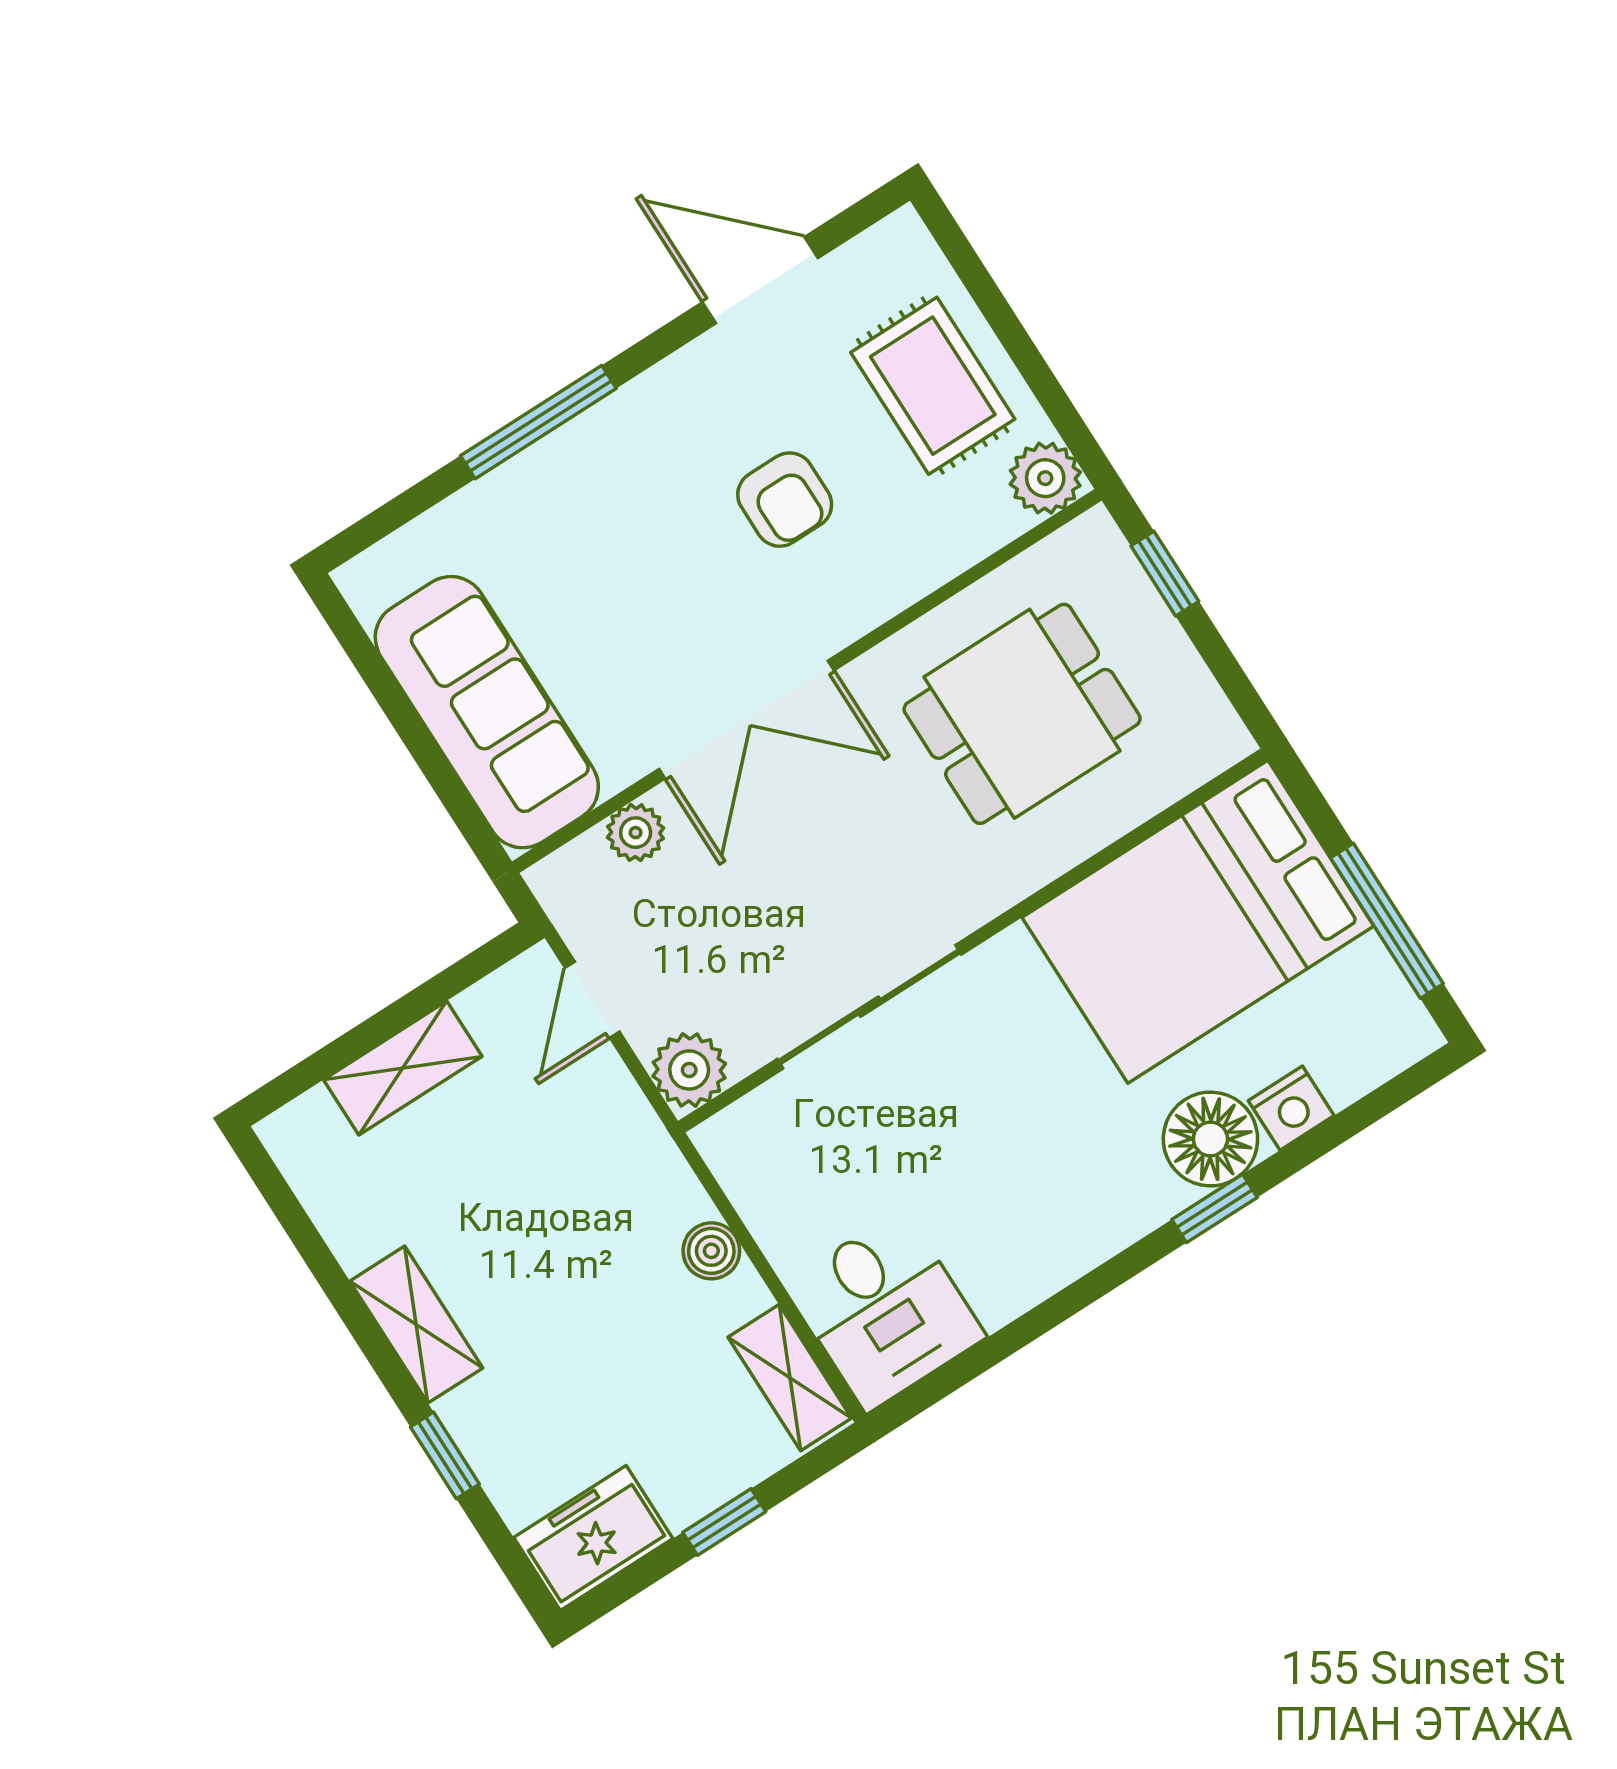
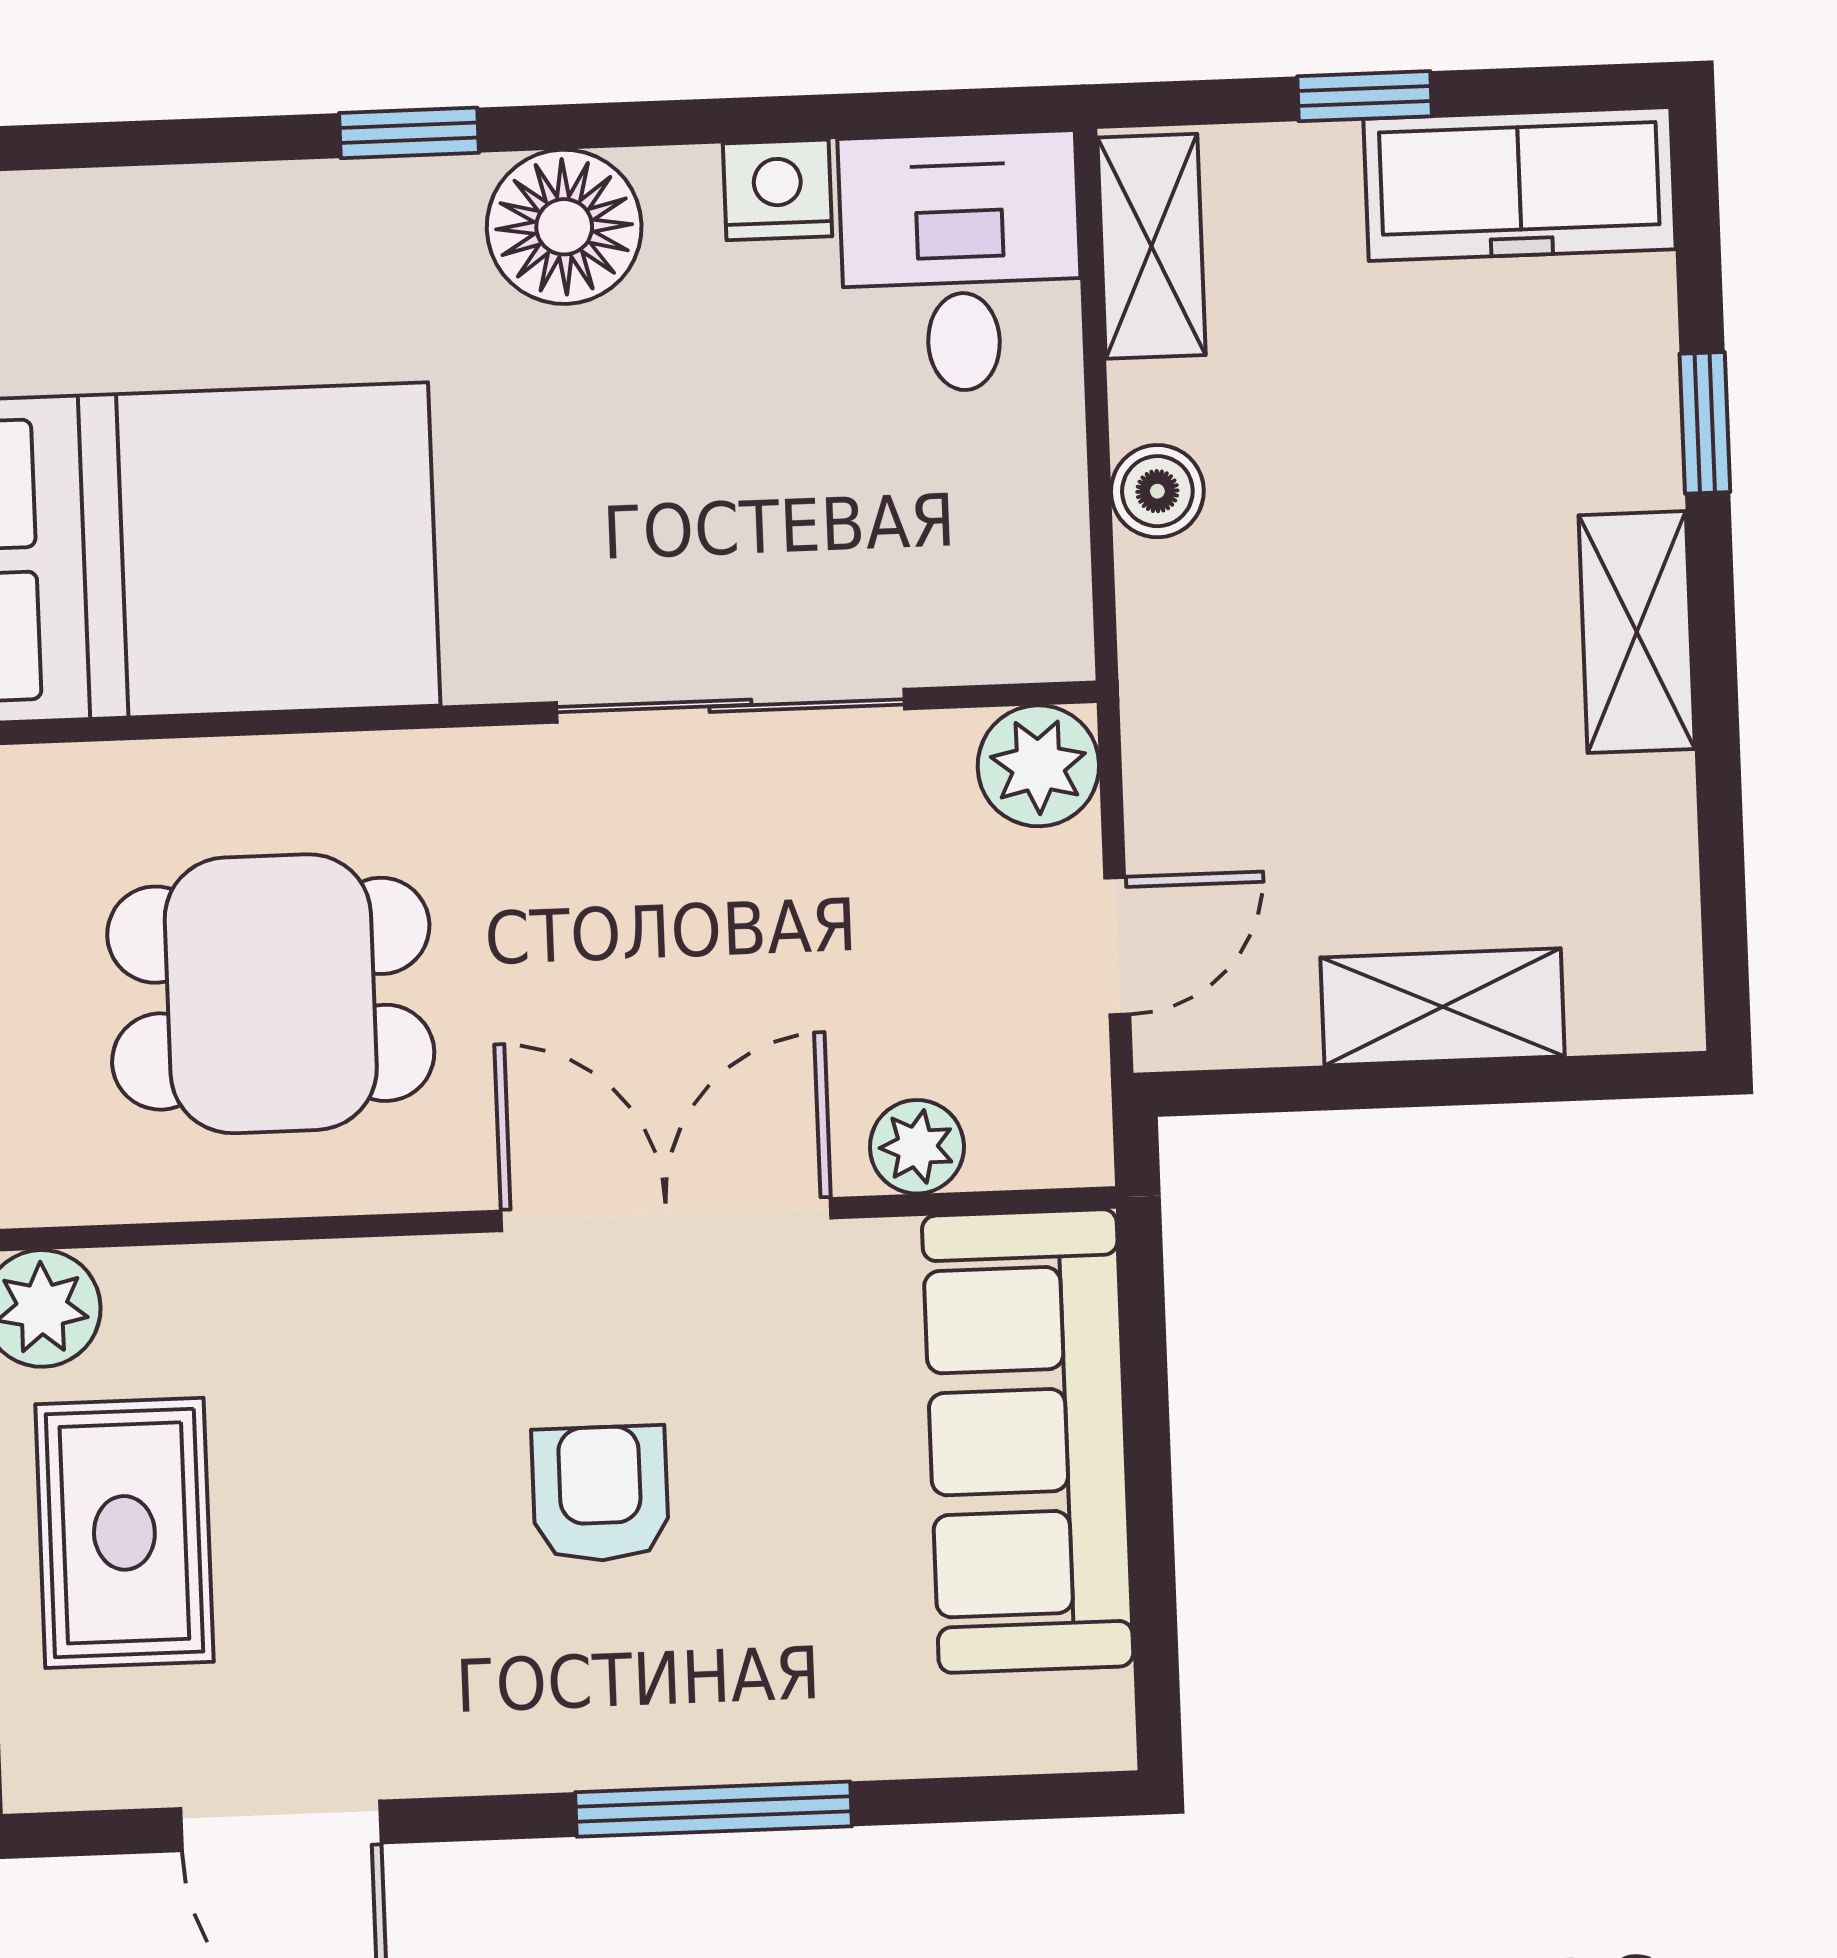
armchair: (785, 500) -> (600, 1494), moved
nightstand: (1291, 1108) -> (778, 190), moved
floor lamp: (1210, 1139) -> (564, 227), moved
freezer: (593, 1538) -> (1520, 184), width x1.40

